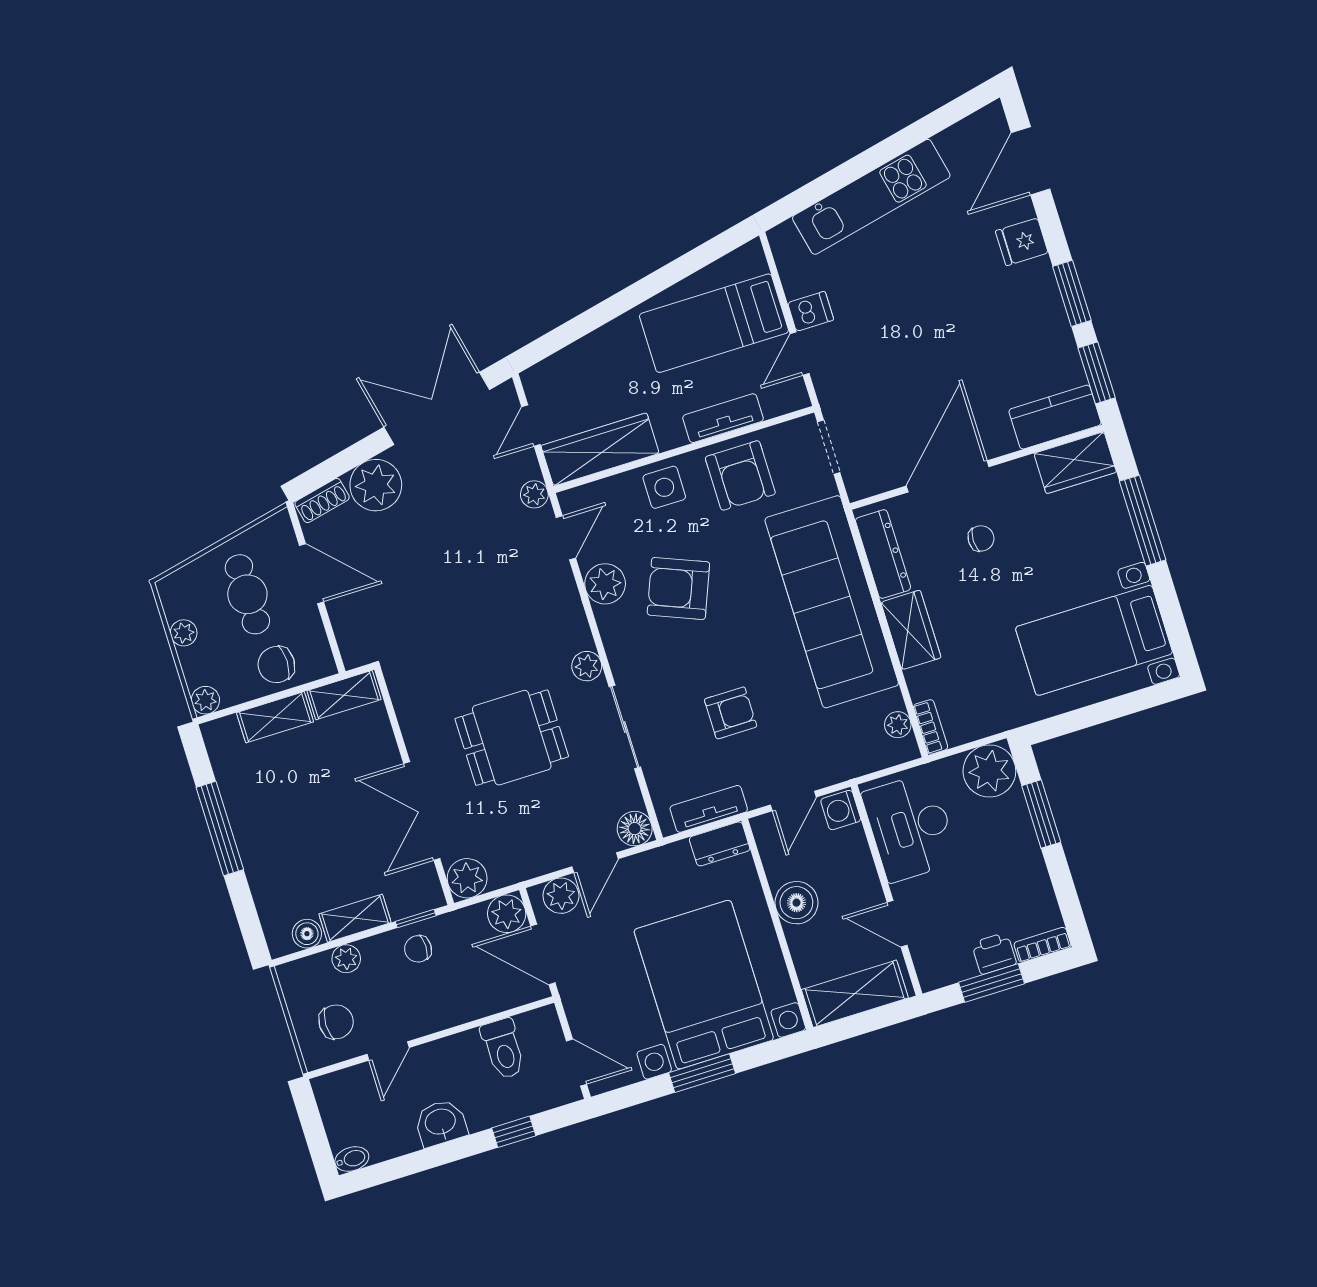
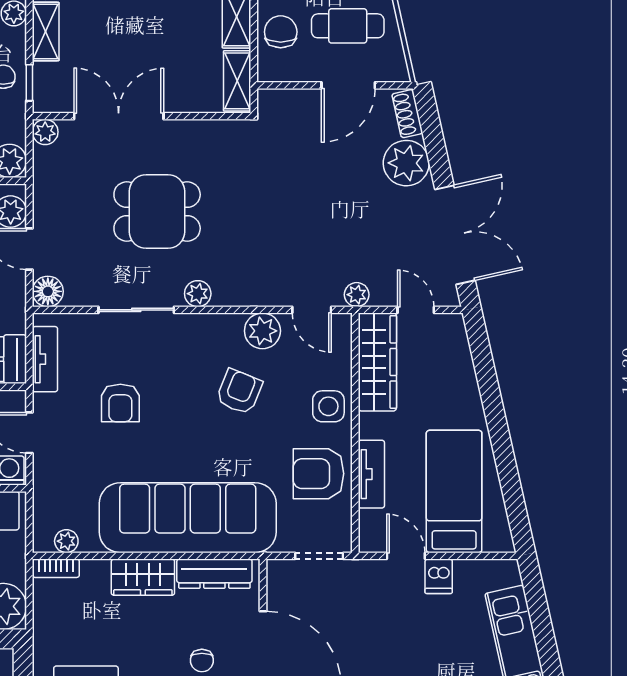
armchair: (678, 588) -> (239, 392), width x0.72, depth x0.72
dining table: (512, 738) -> (157, 212), turned 90
plant: (467, 878) -> (45, 132), width x0.73, depth x0.73

